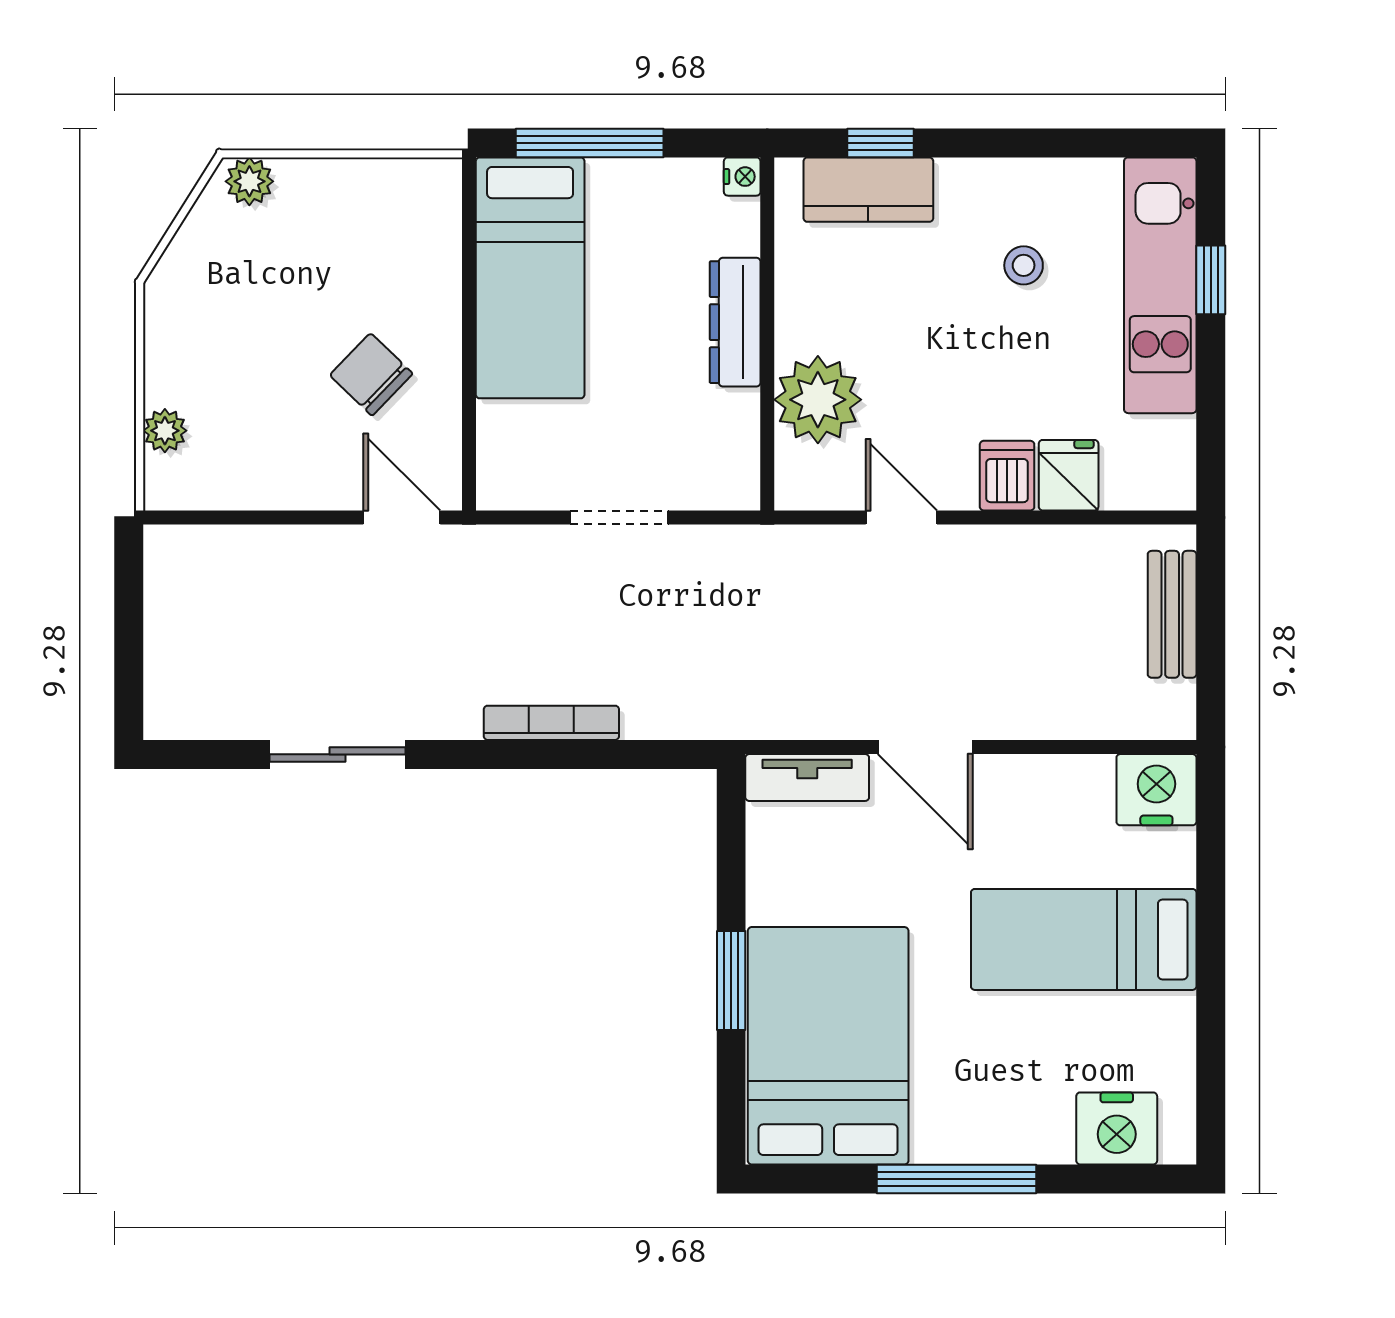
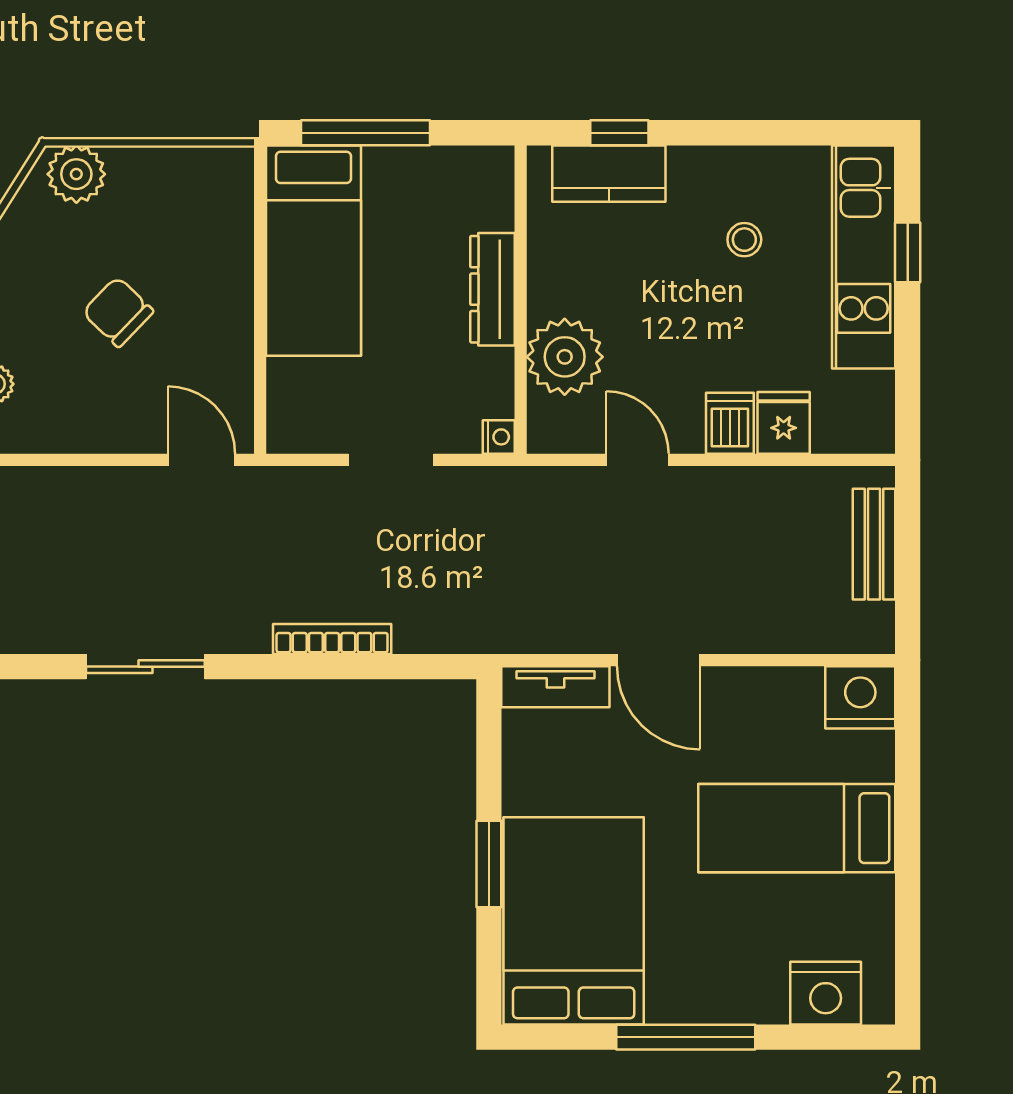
nightstand: (742, 177) -> (499, 437), moved
plant: (249, 181) -> (76, 174), width x1.38, depth x1.38
chair: (371, 374) -> (118, 312), moved

